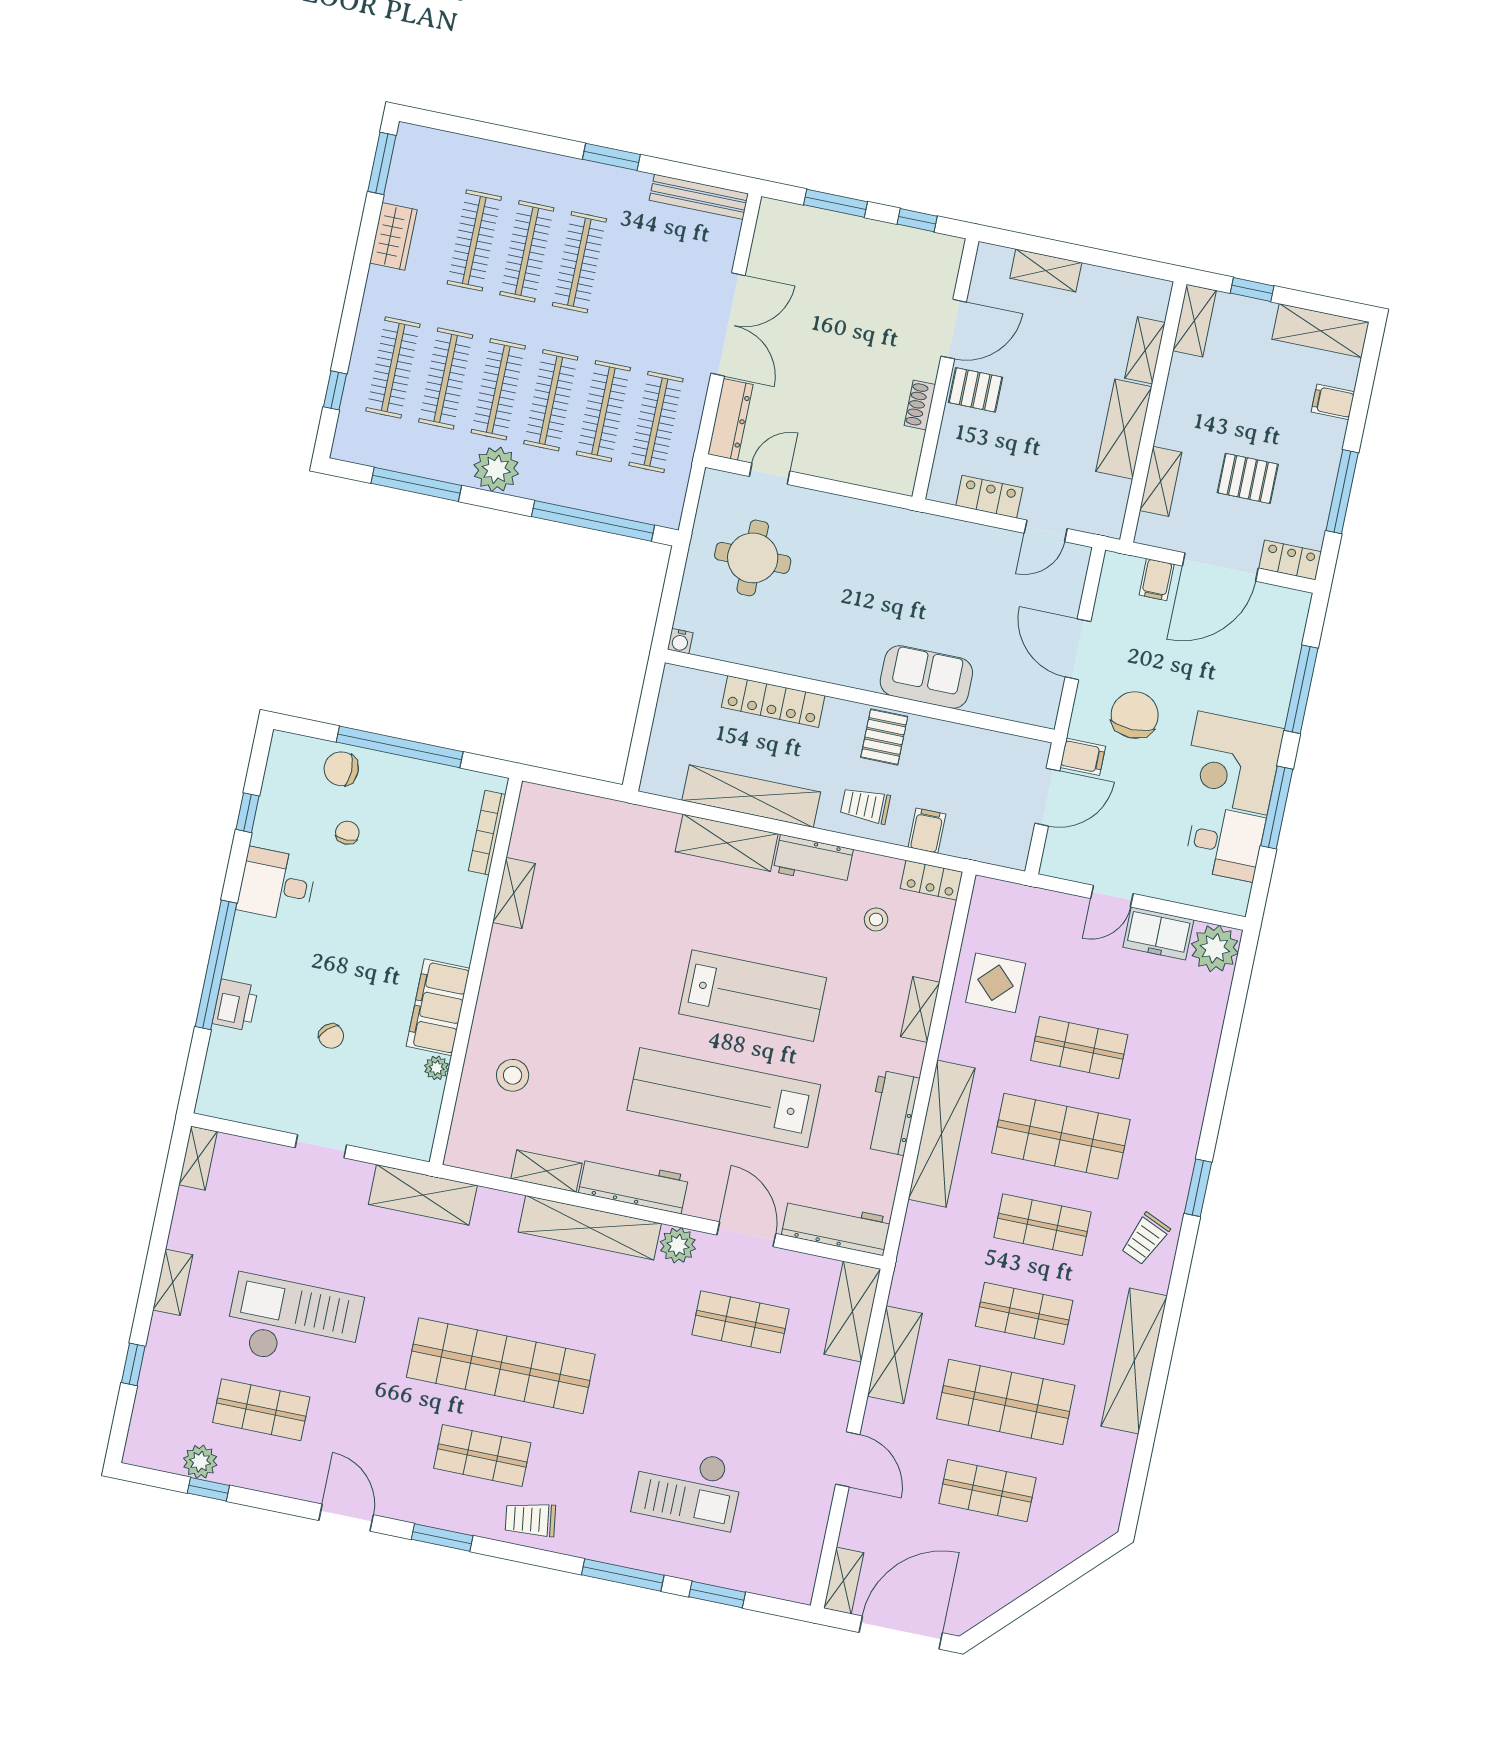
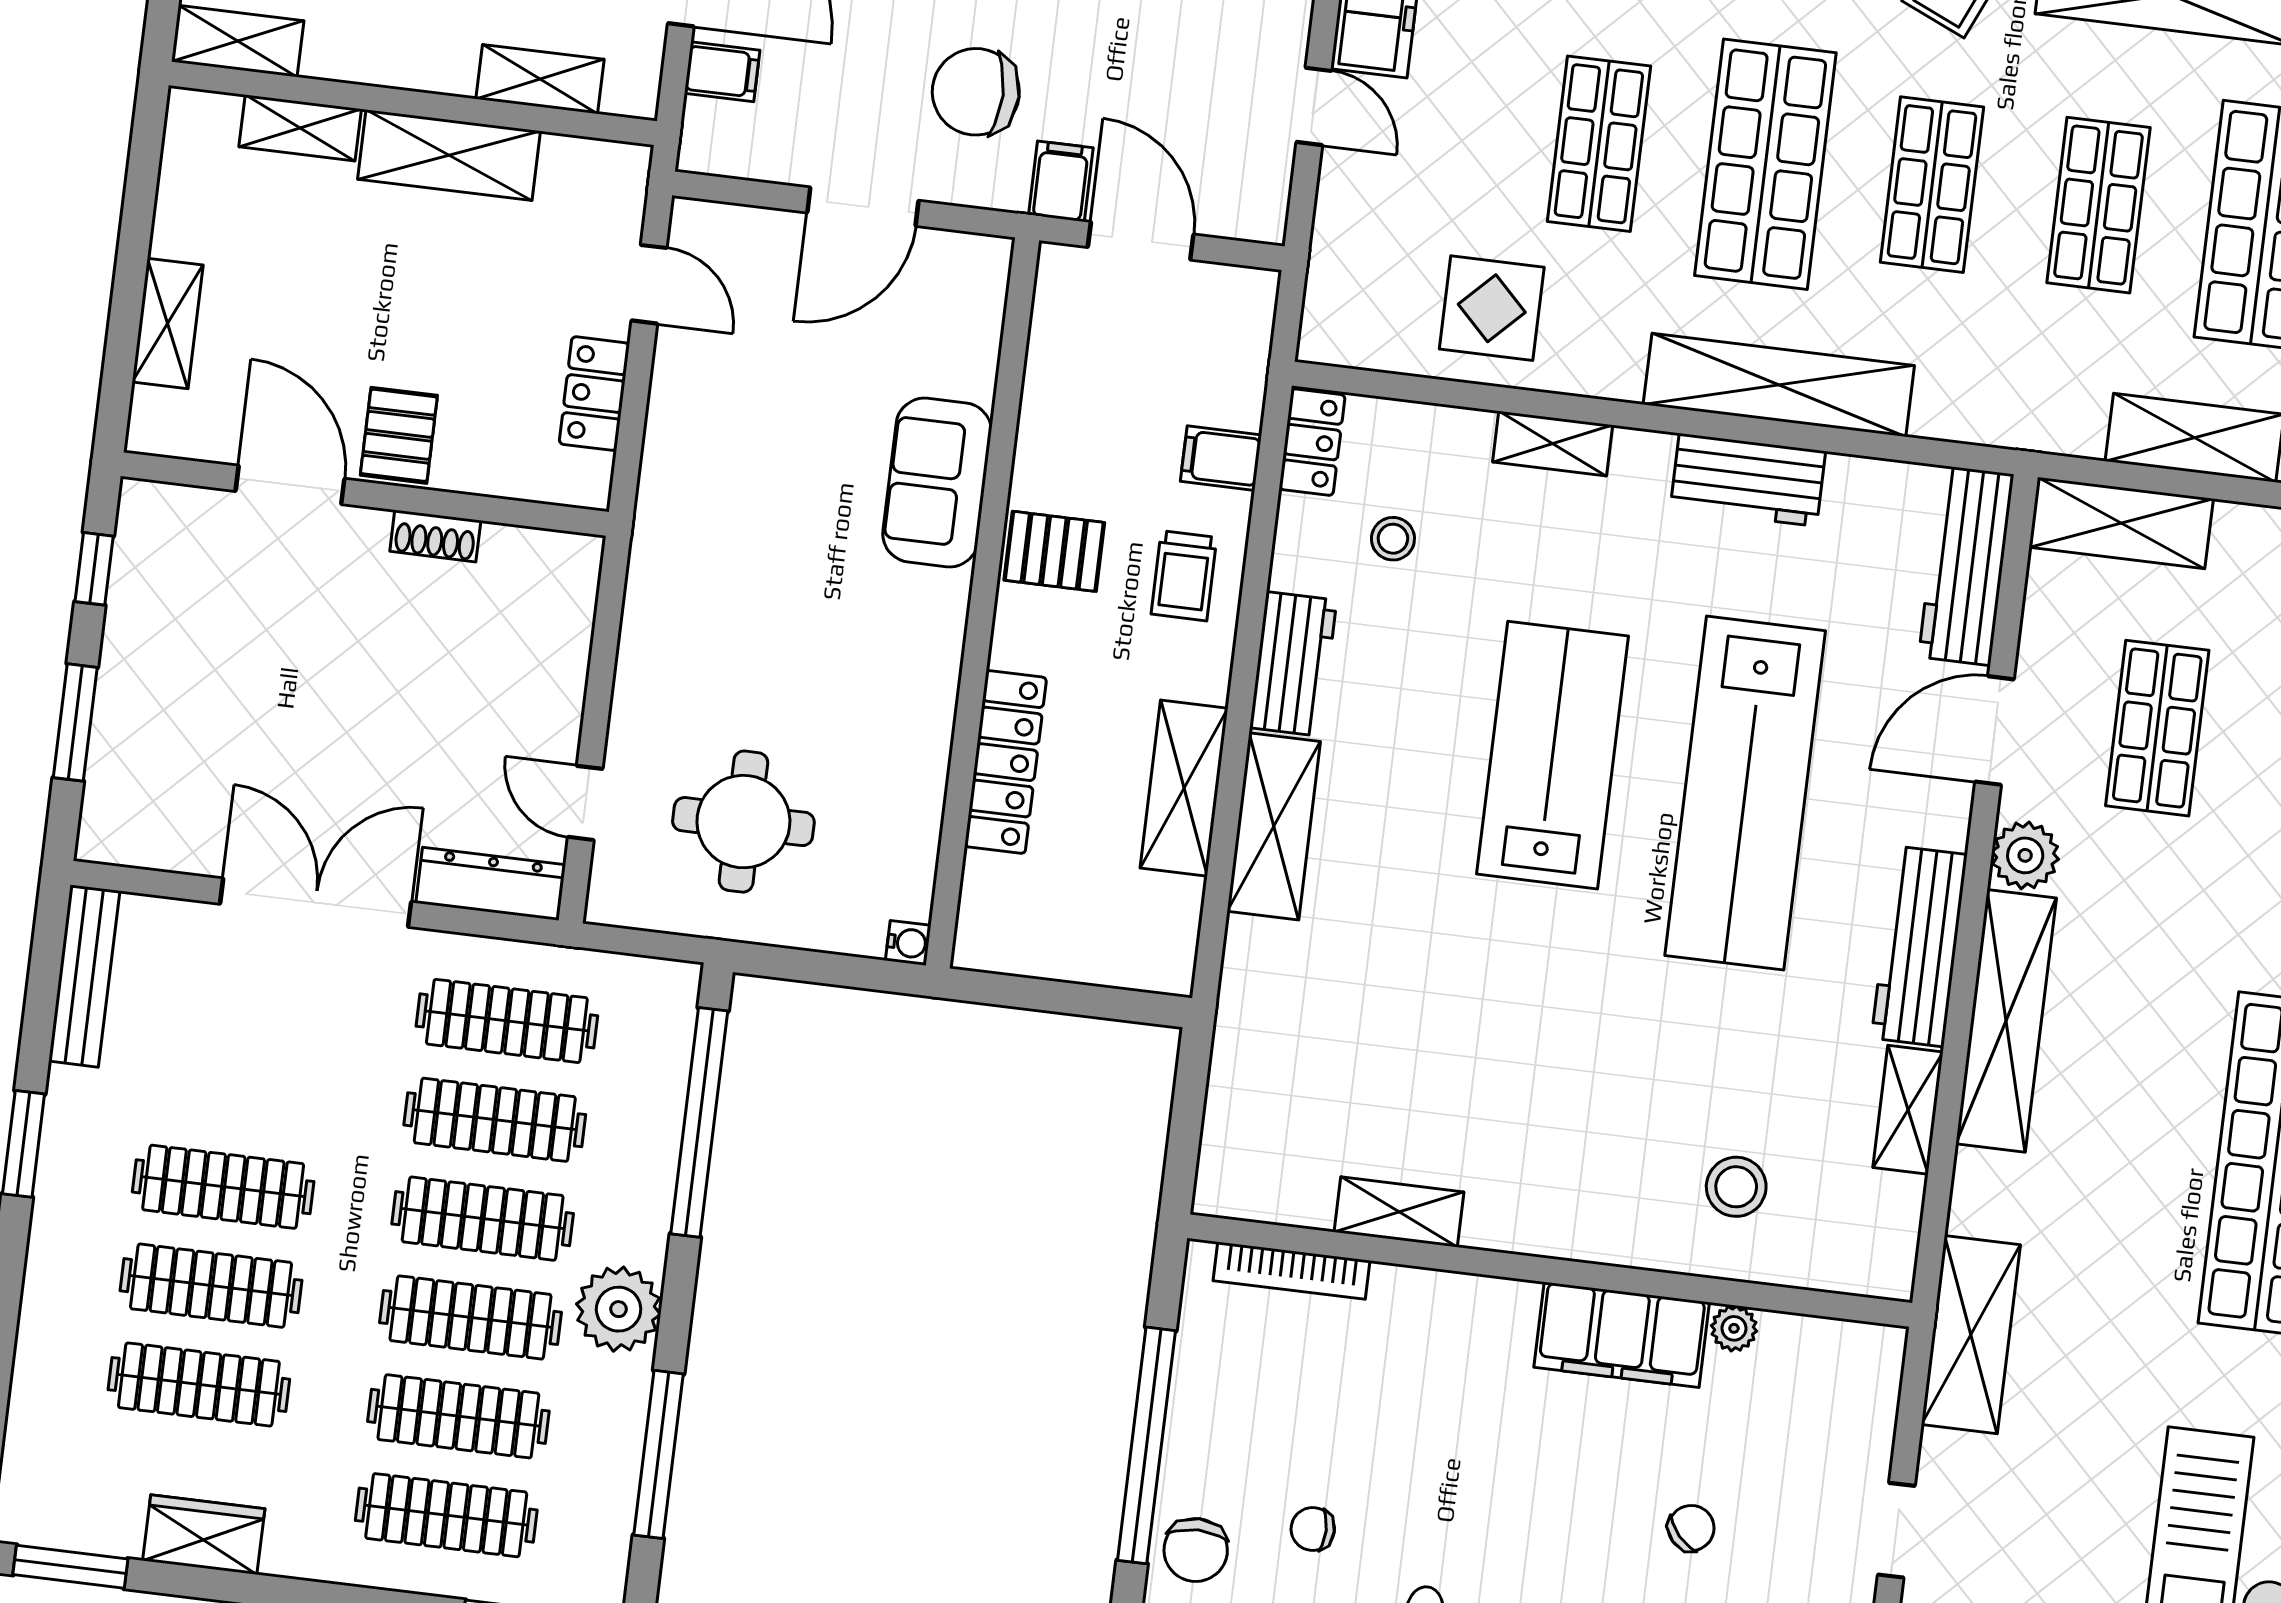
shelving: (751, 796) -> (1184, 788), width x0.68

